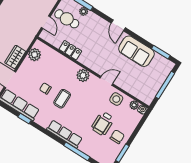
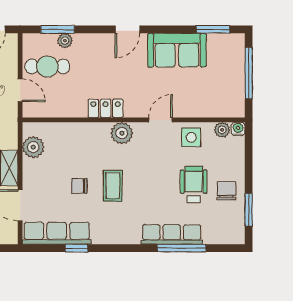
door: (118, 25) -> (127, 29), hinge flipped
locker: (70, 50) -> (106, 108), moved
wheelchair: (103, 123) -> (194, 185), turned 180
row of seats: (64, 134) -> (172, 234), moved

